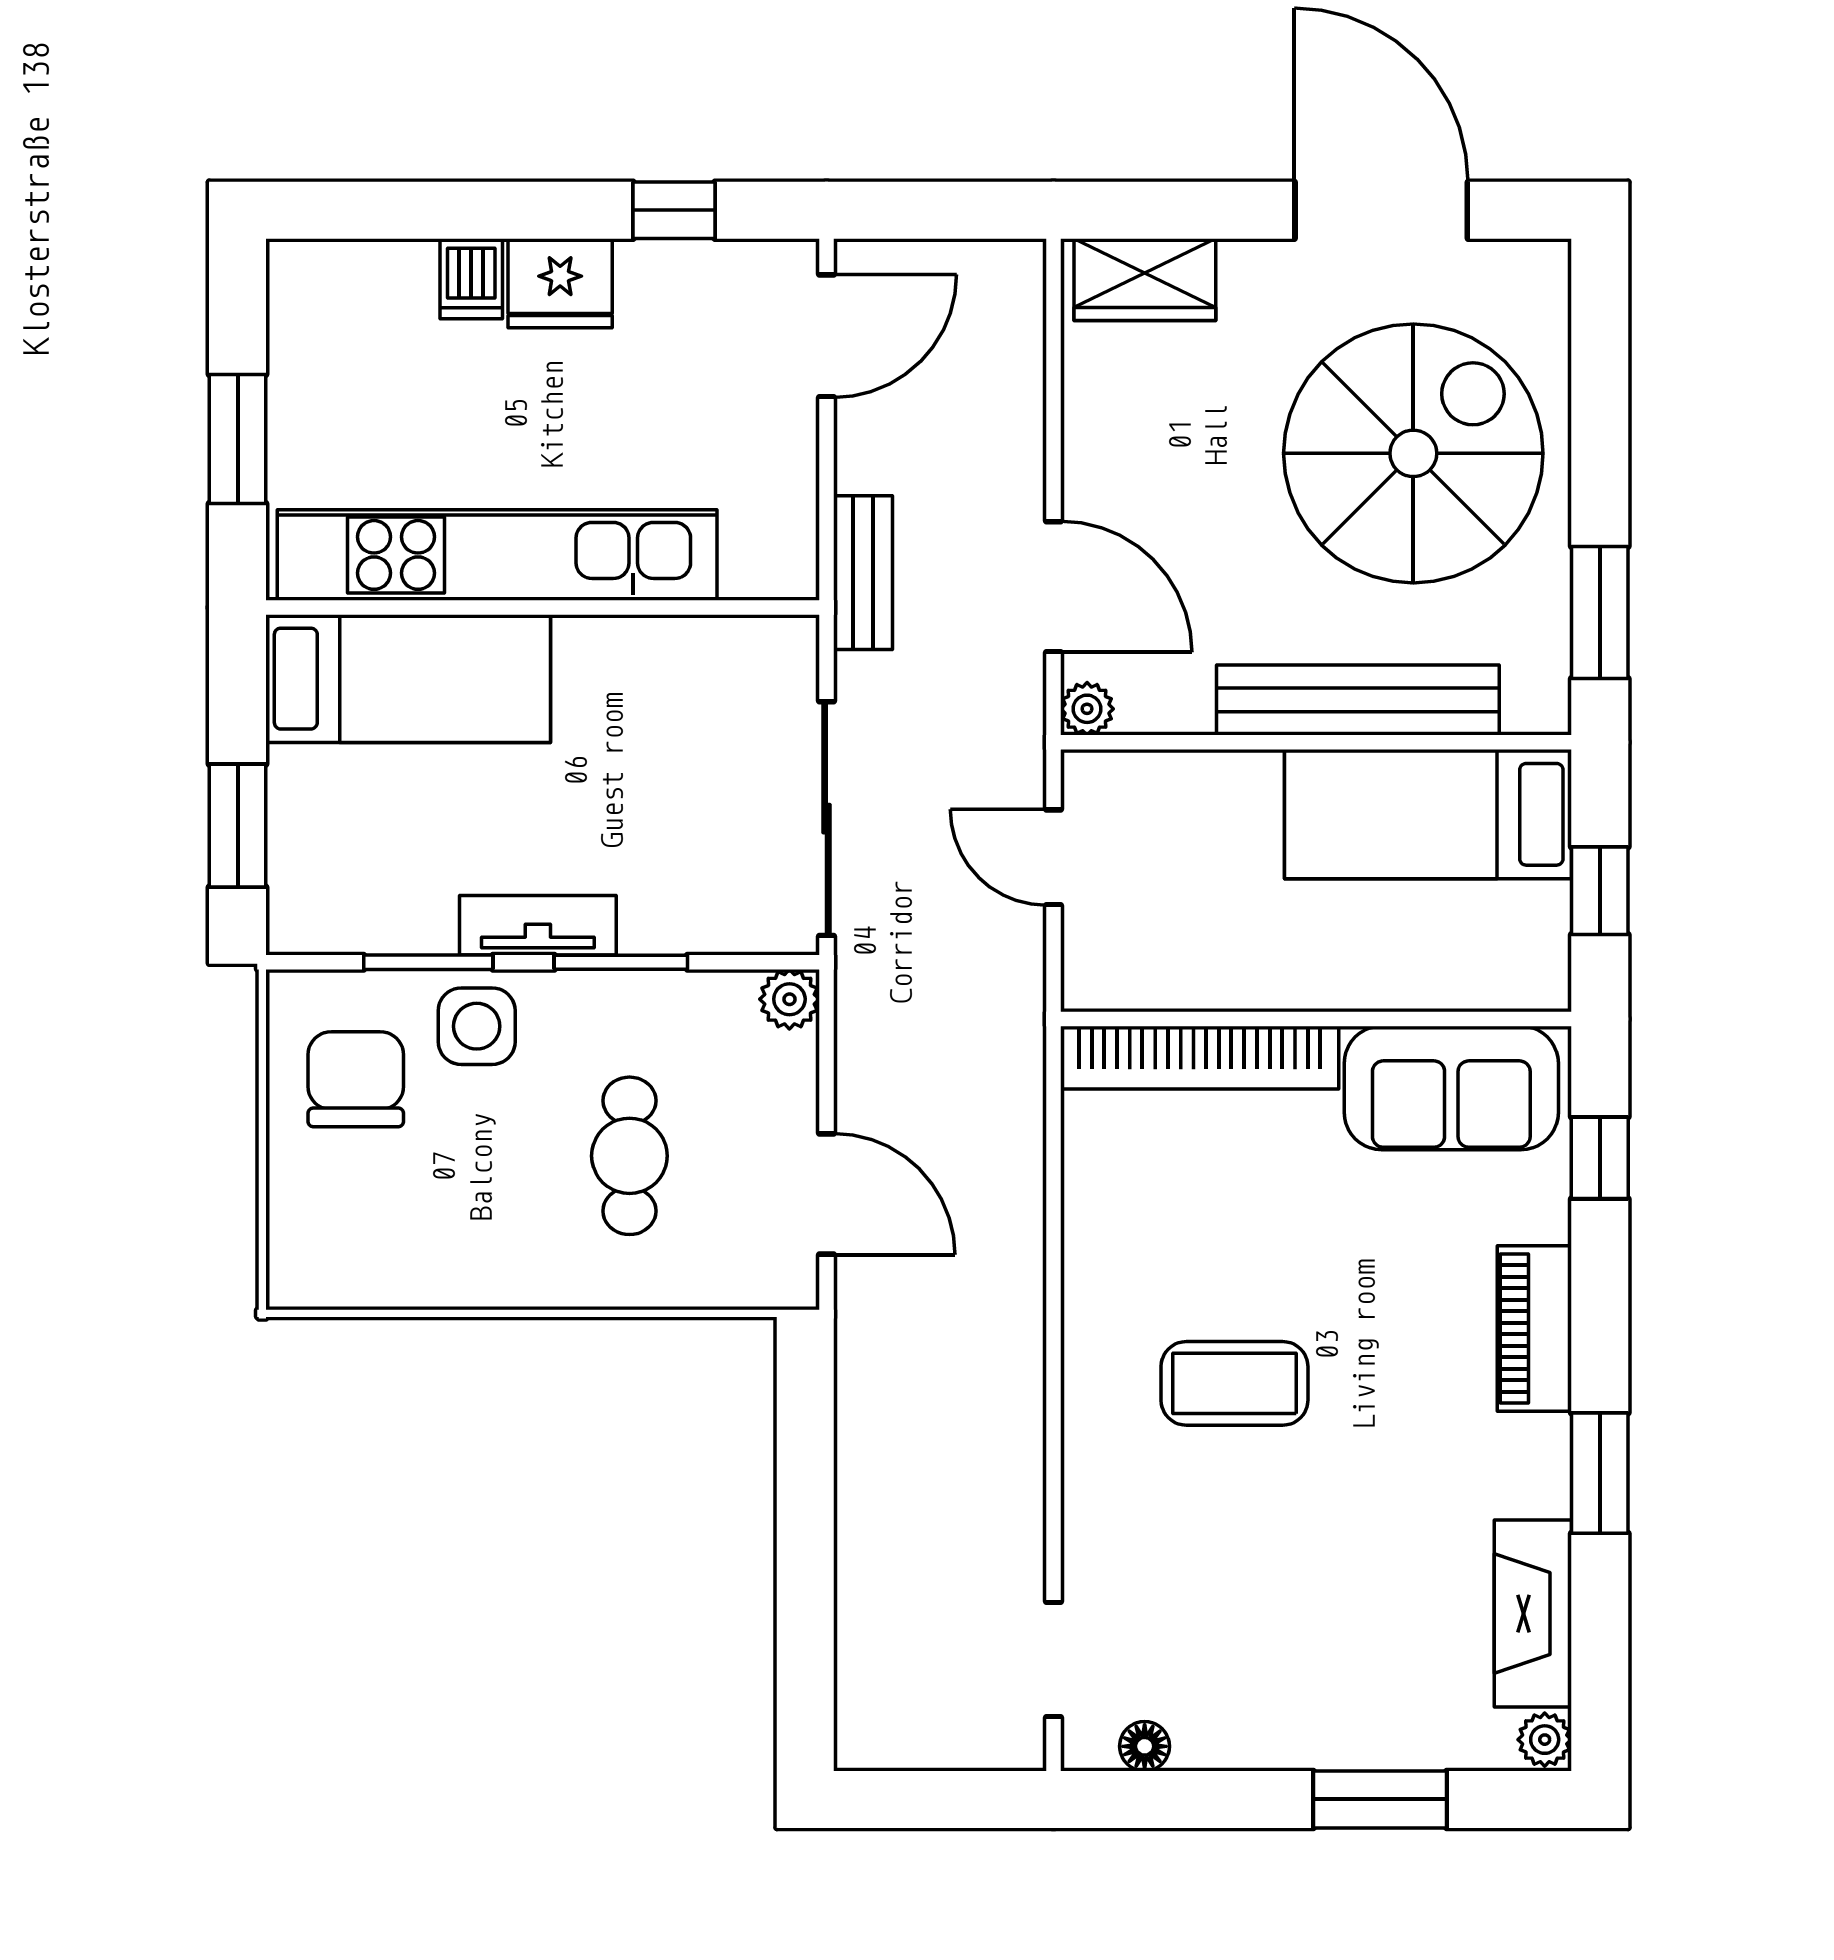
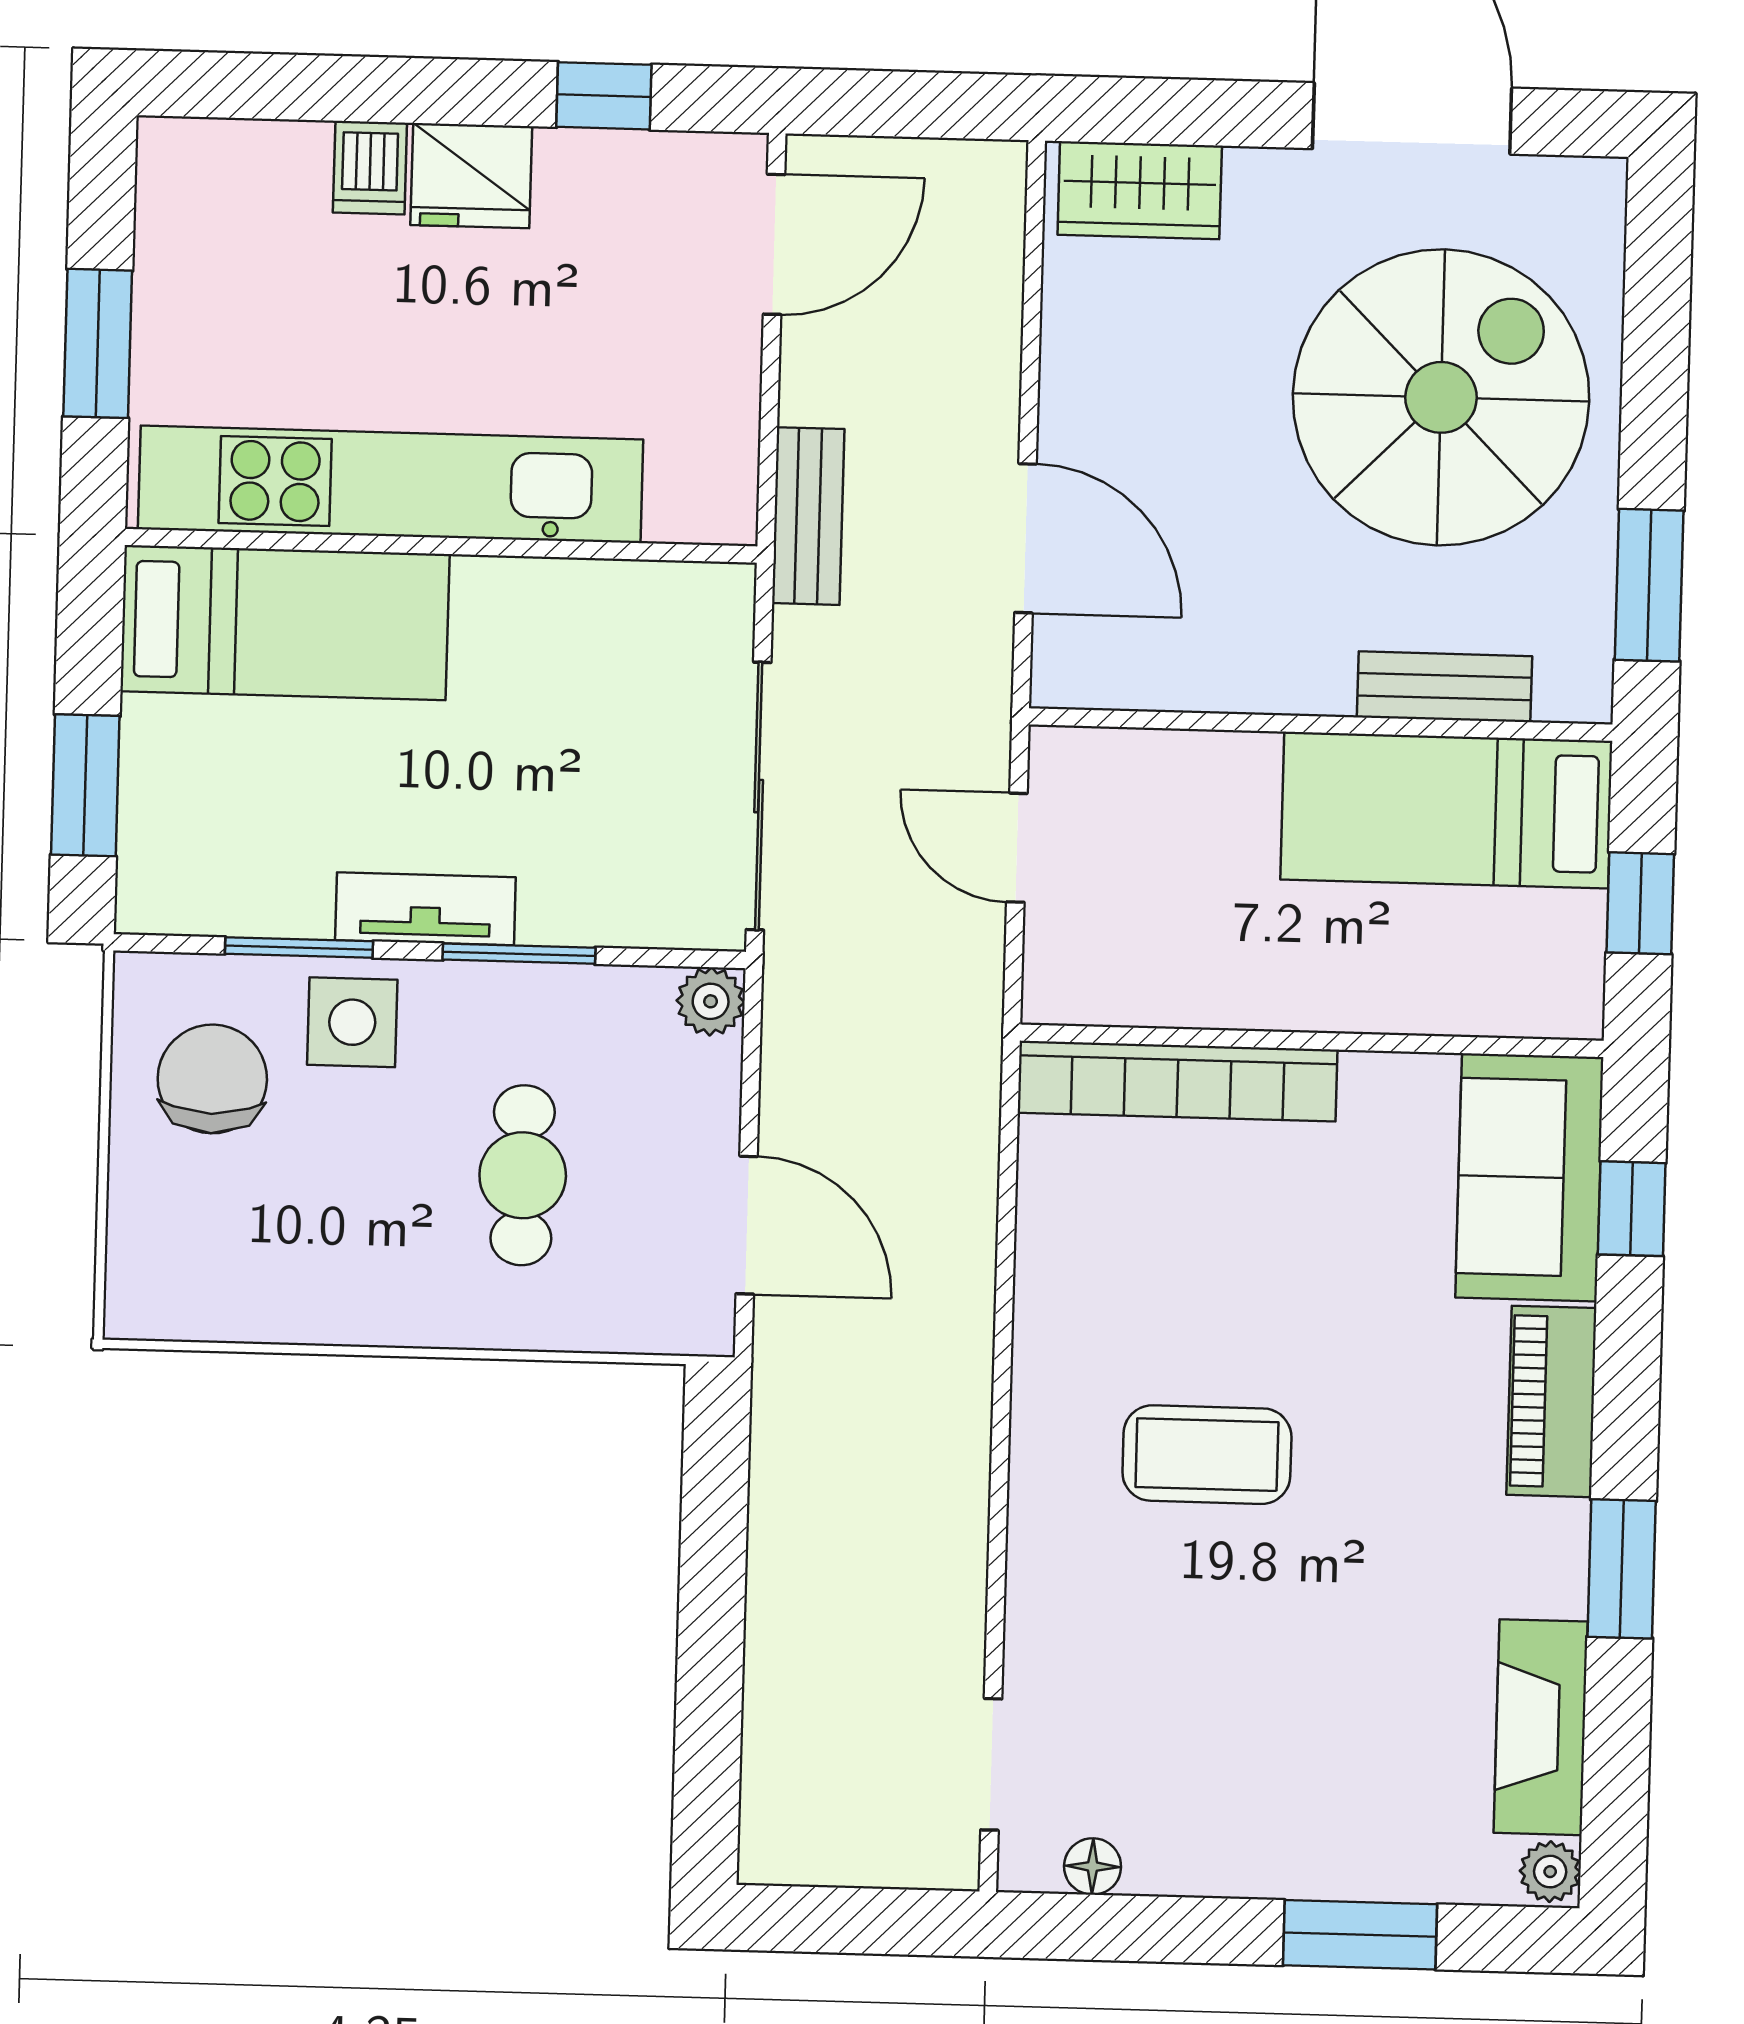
bench: (1358, 700) -> (1444, 687), width x0.54, depth x0.82
plant: (1087, 709) -> (1060, 679), removed
sofa: (1451, 1088) -> (1529, 1177), moved, turned 90

